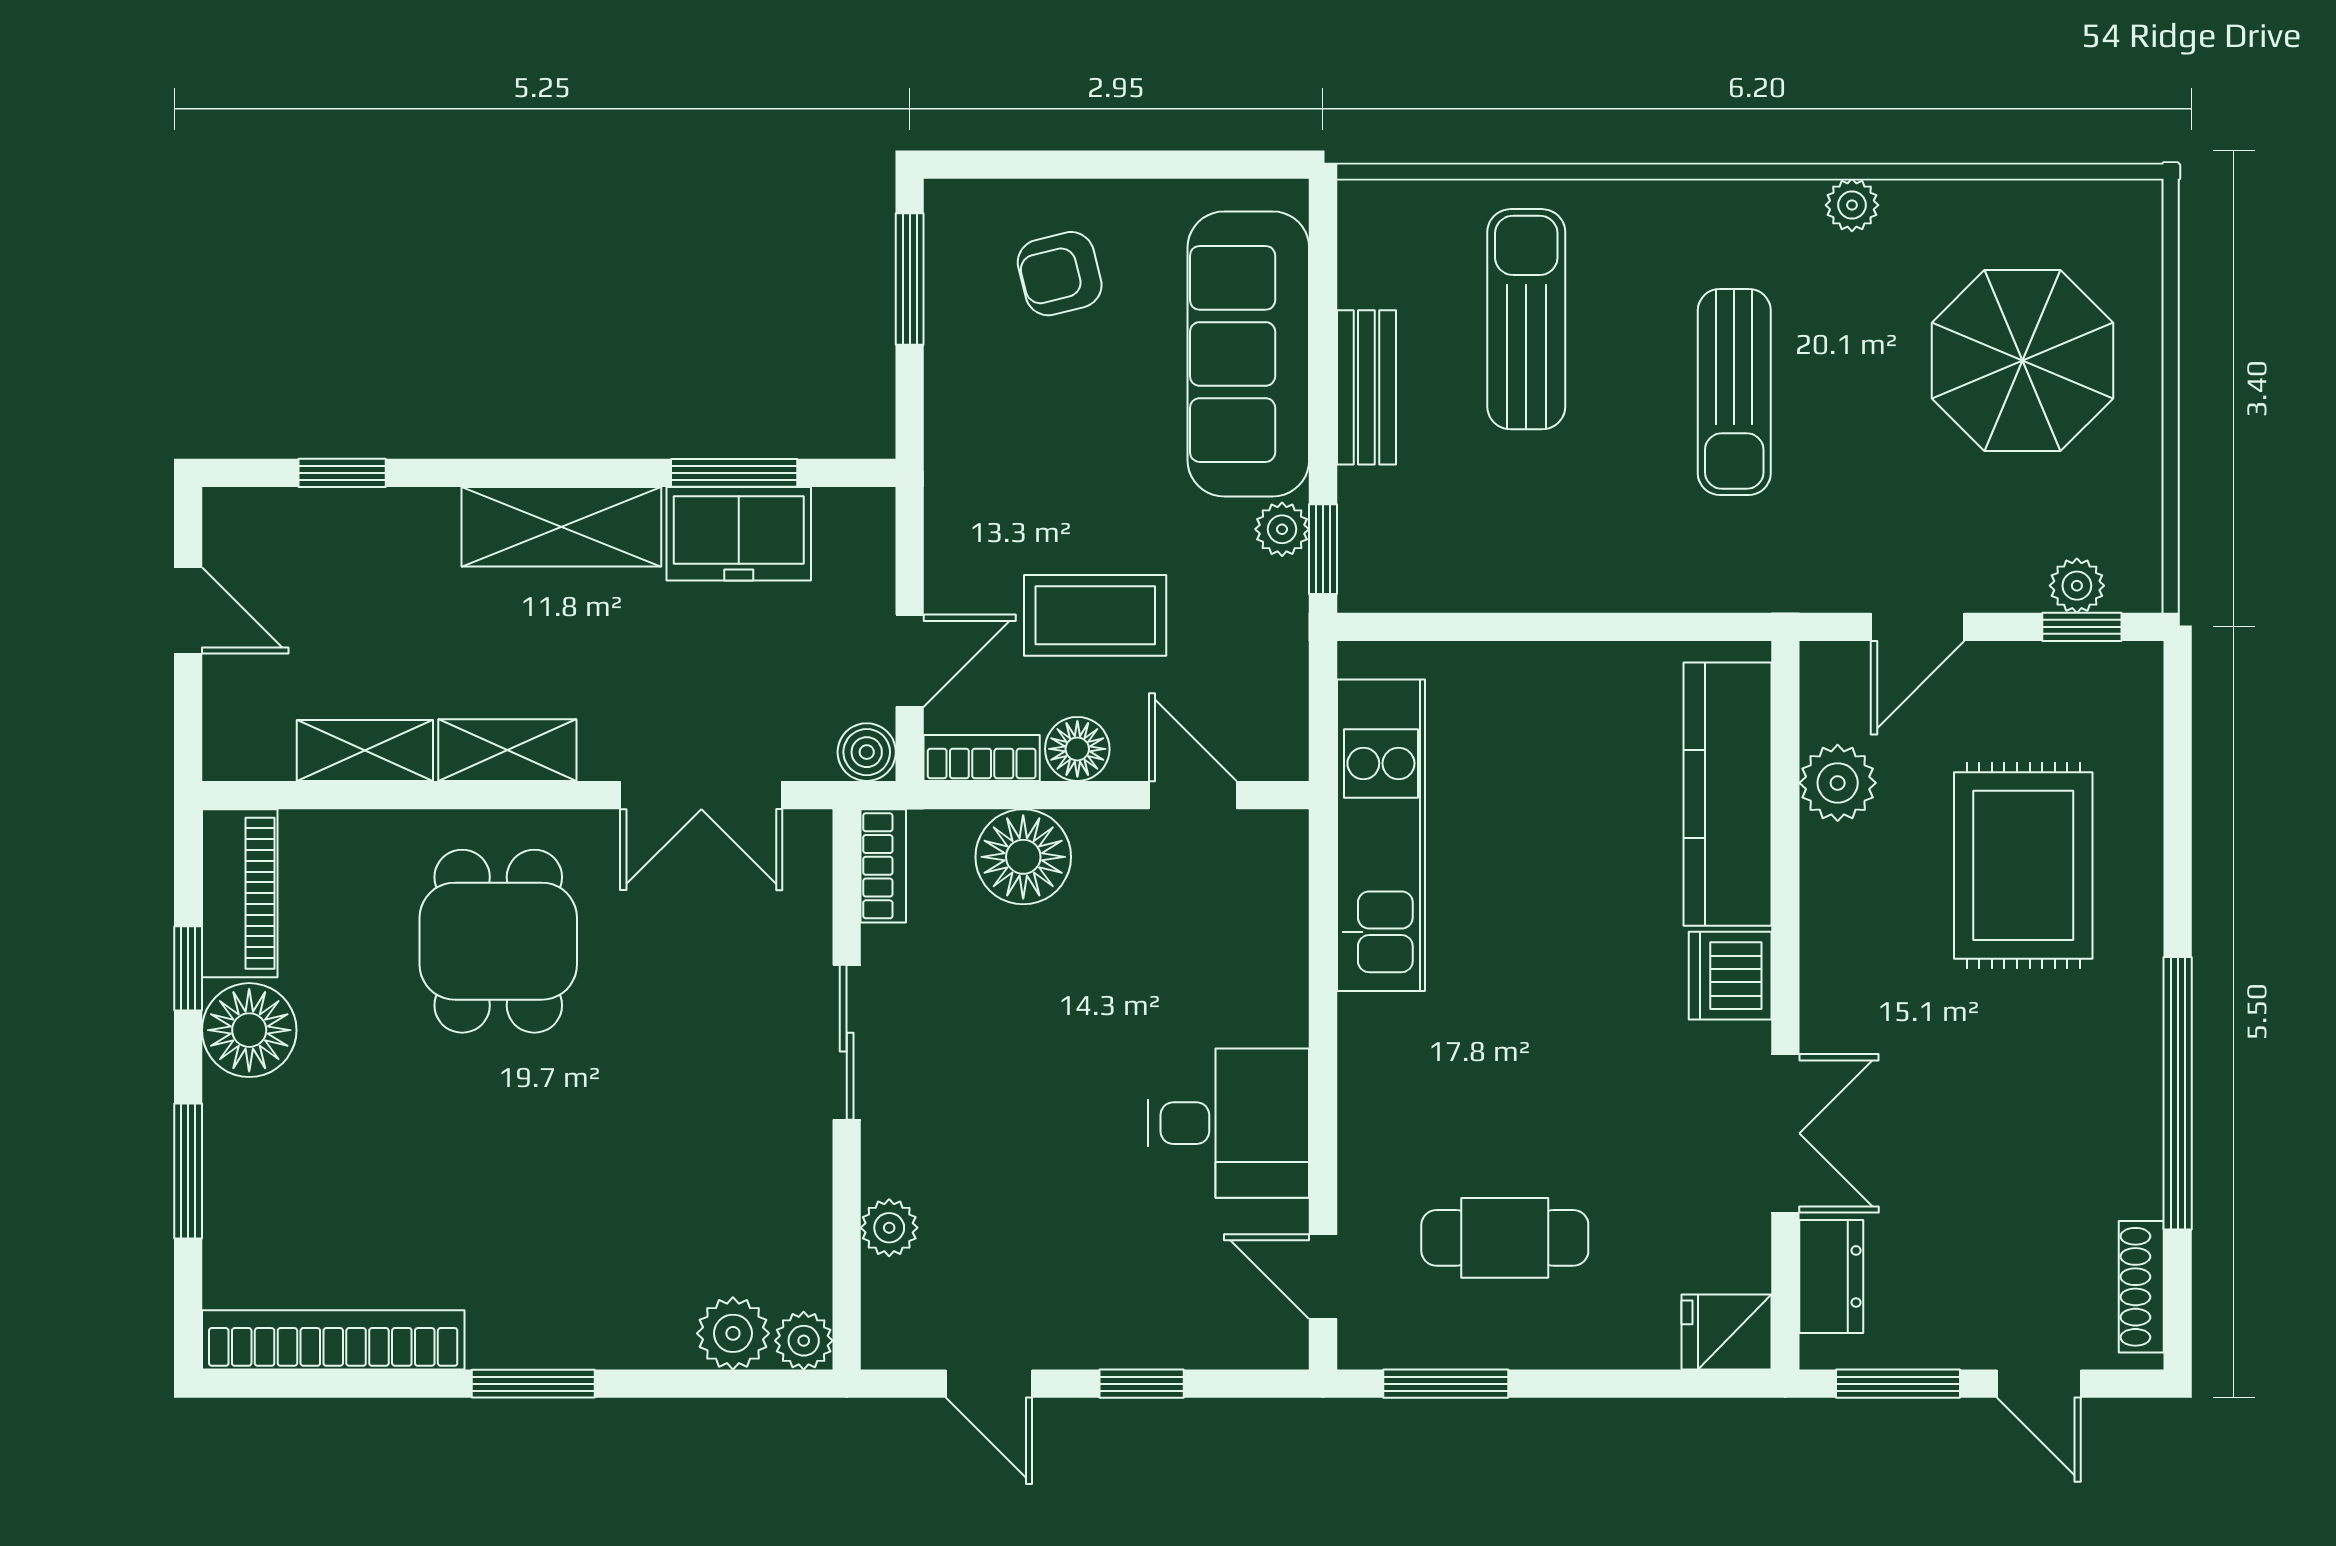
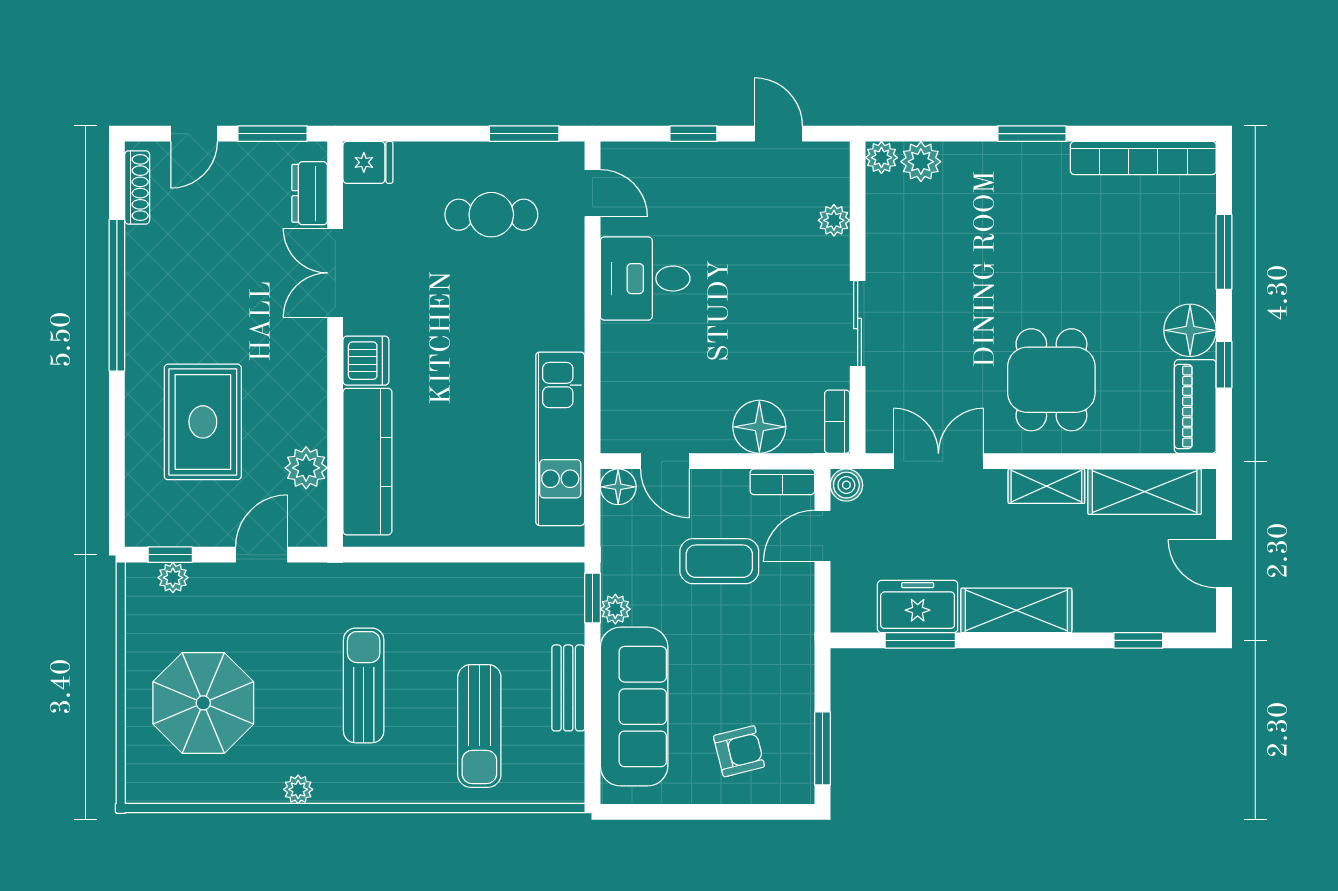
floor lamp: (1077, 749) -> (618, 487), moved
shelving: (365, 751) -> (1145, 492), width x1.50, depth x1.33
door: (2039, 1384) -> (194, 134), swing flipped

